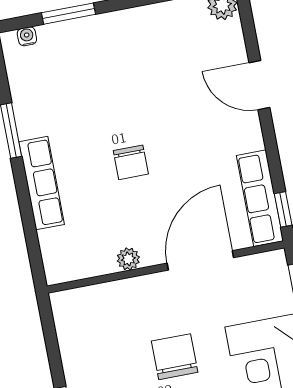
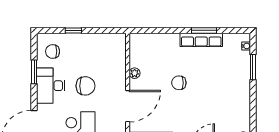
row of seats: (42, 183) -> (201, 40), moved
door: (200, 260) -> (128, 106), hinge flipped

